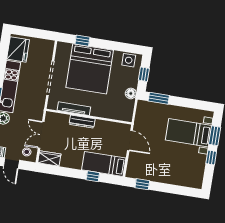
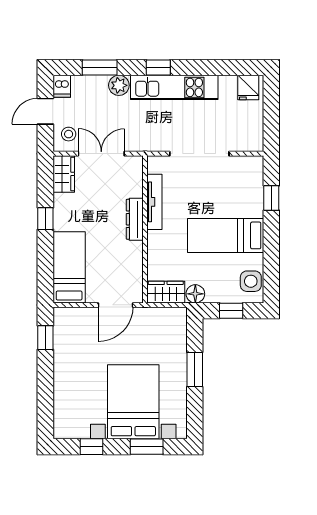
fridge: (18, 49) -> (248, 88), width x0.53, depth x0.75
bed: (90, 69) -> (226, 235), width x0.49
window: (159, 98) -> (195, 369), moved
wardrobe: (127, 110) -> (166, 292), added
bed with nightstands: (189, 133) -> (133, 402), width x1.36
window: (211, 157) -> (91, 447), moved
window: (93, 176) -> (45, 219), moved

